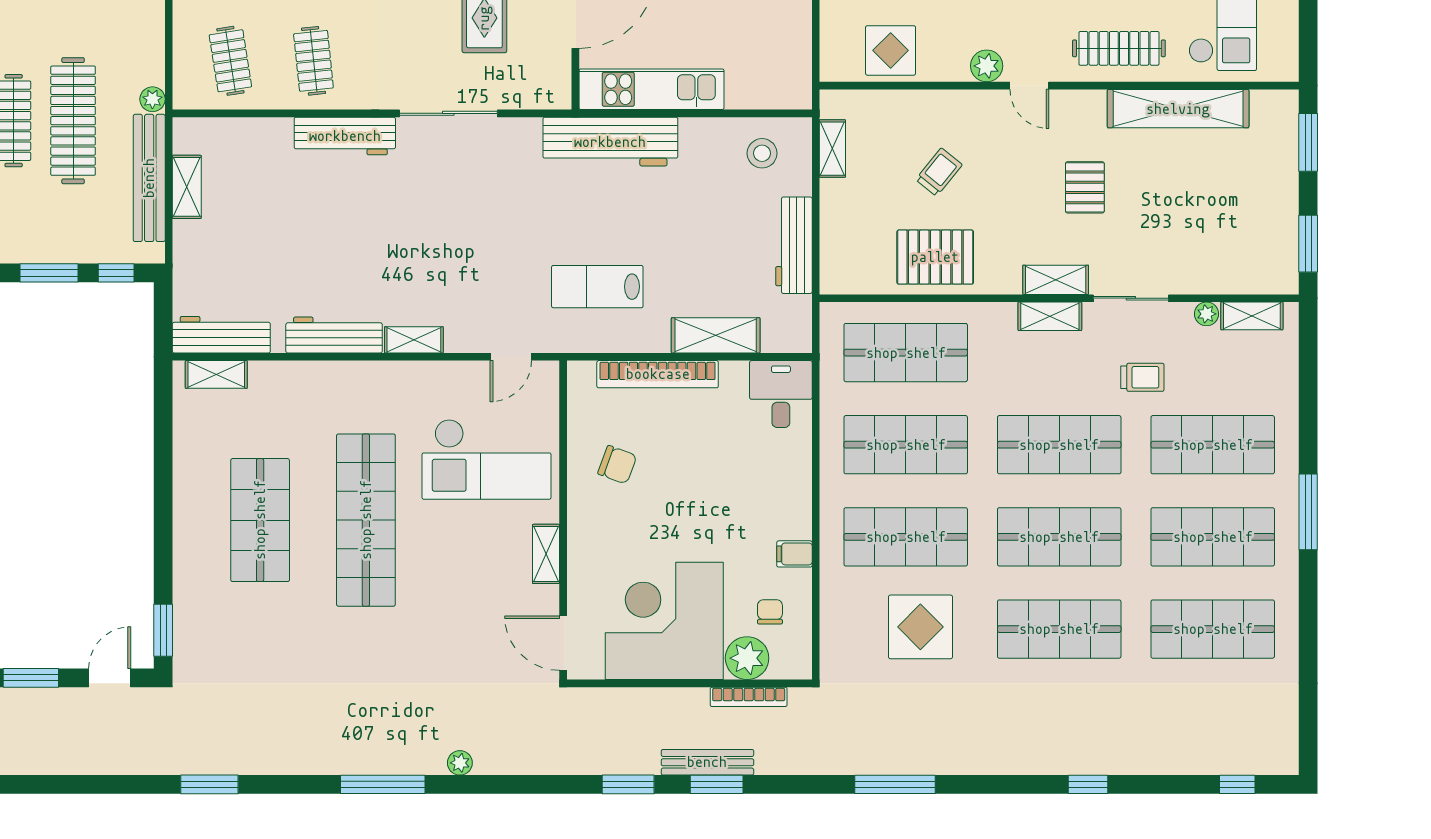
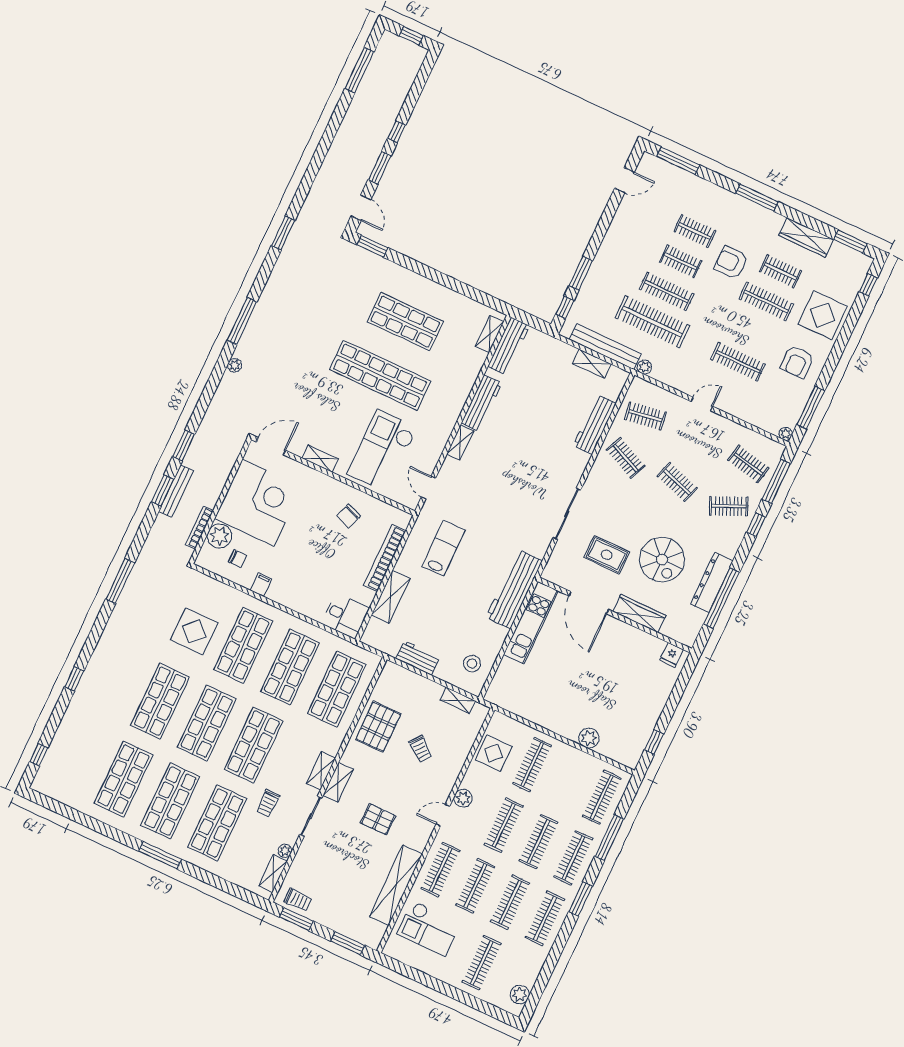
clothes rail: (313, 61) -> (626, 458), turned 30
workbench: (345, 136) -> (595, 424), moved
workbench: (794, 245) -> (418, 658), width x0.73
trolley: (1276, 256) -> (298, 900), added

